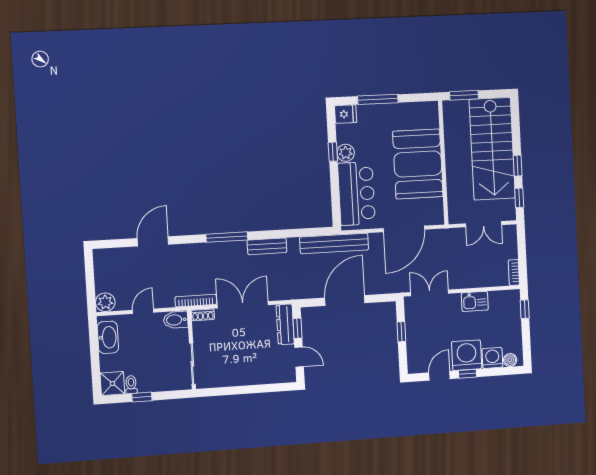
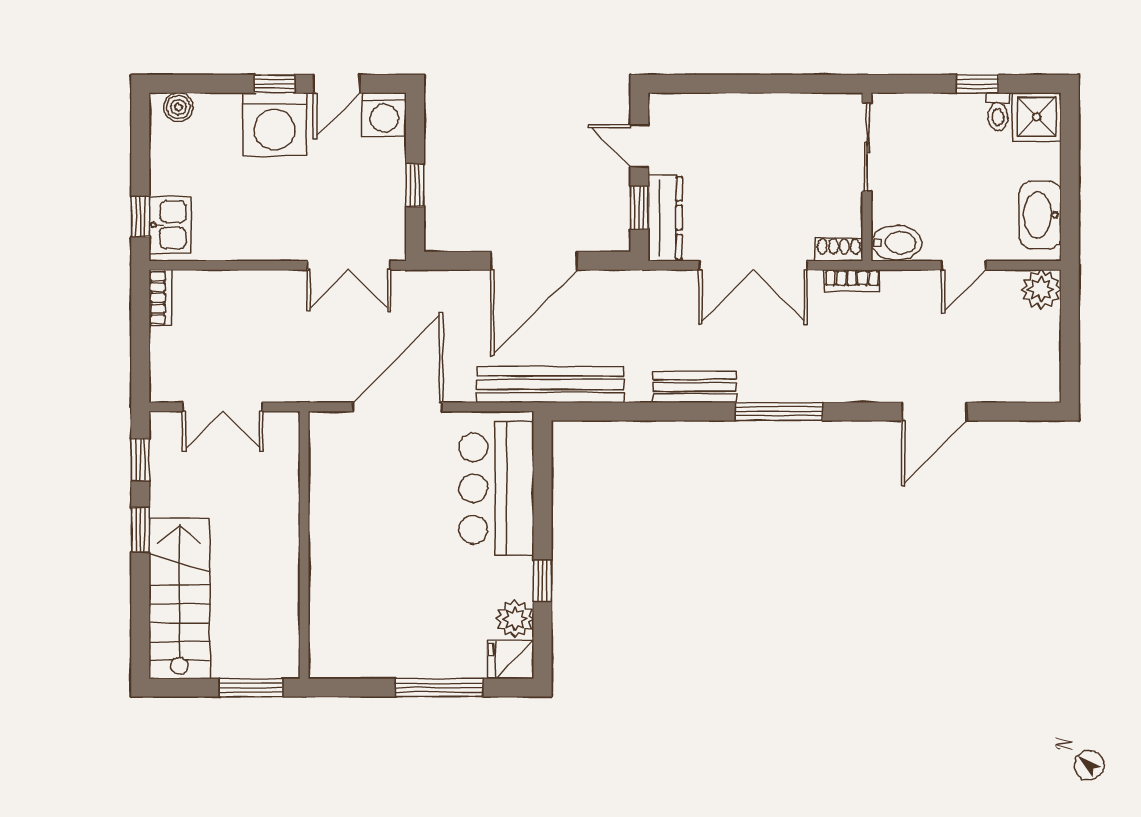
stairs: (492, 149) -> (179, 598), width x0.73, depth x0.66
plant: (346, 153) -> (515, 619), moved
booth: (418, 164) -> (360, 545), removed
double door: (483, 224) -> (222, 407), swing flipped
bookcase: (196, 301) -> (852, 281), width x0.64
kitchen sink: (475, 301) -> (170, 225), moved, turned 90
washing machine: (492, 358) -> (384, 115), moved

